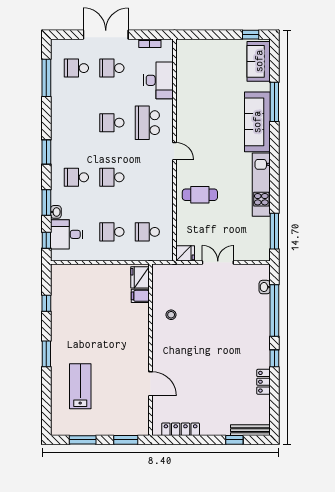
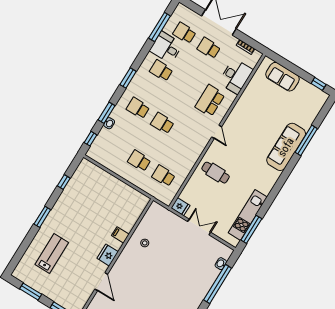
sofa: (259, 61) -> (283, 77), moved, turned -90
school desk: (112, 123) -> (161, 71), moved
kitchen unit: (261, 185) -> (248, 215), moved
desk: (67, 234) -> (166, 47), moved
fridge: (140, 277) -> (108, 255), moved
filing cabinet: (140, 296) -> (120, 235), moved

